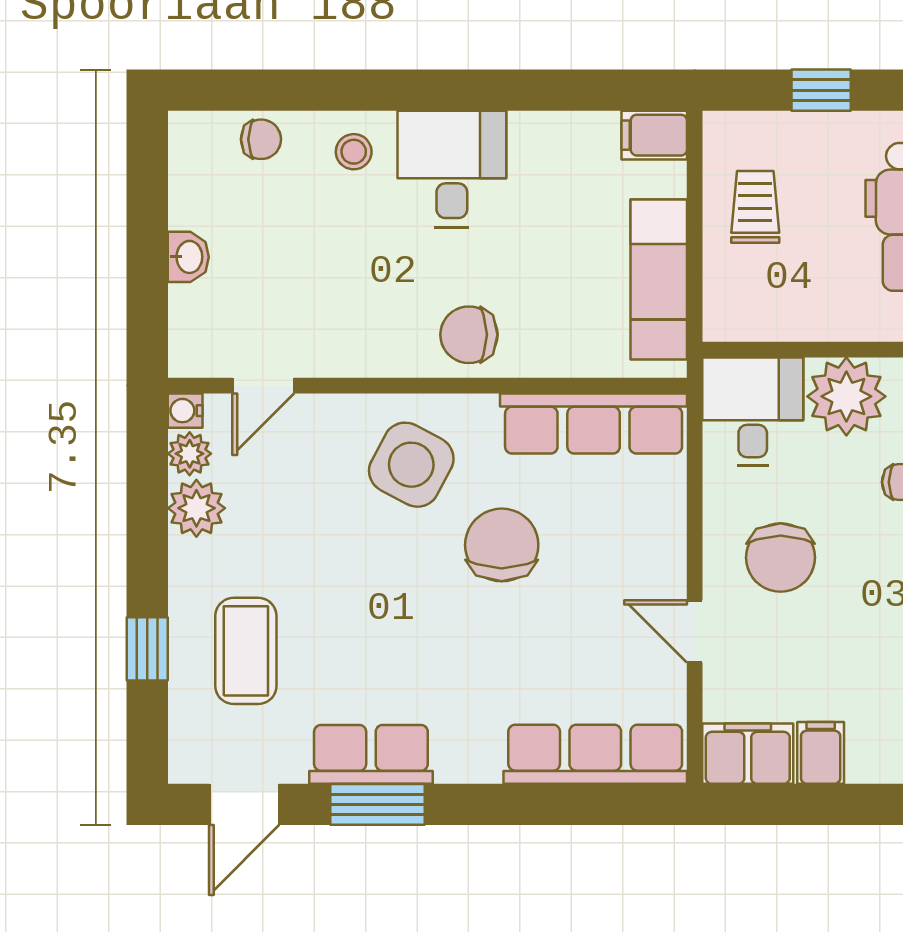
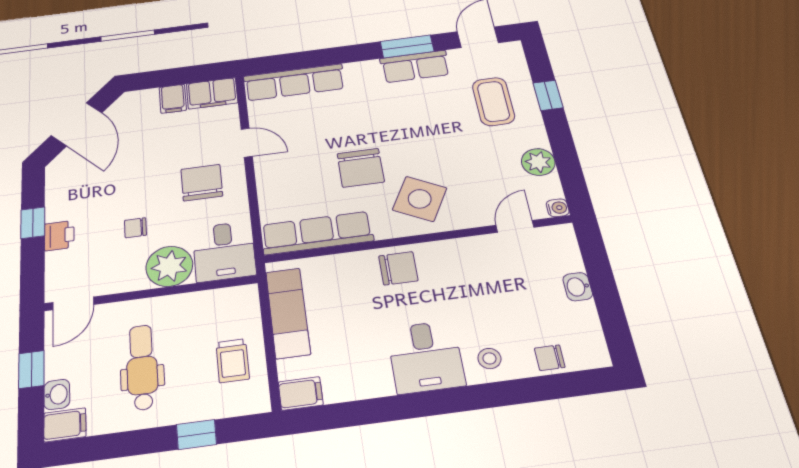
plant: (190, 454) -> (549, 187), removed

